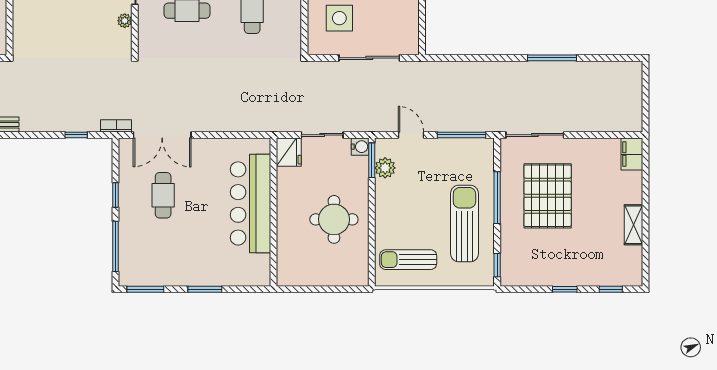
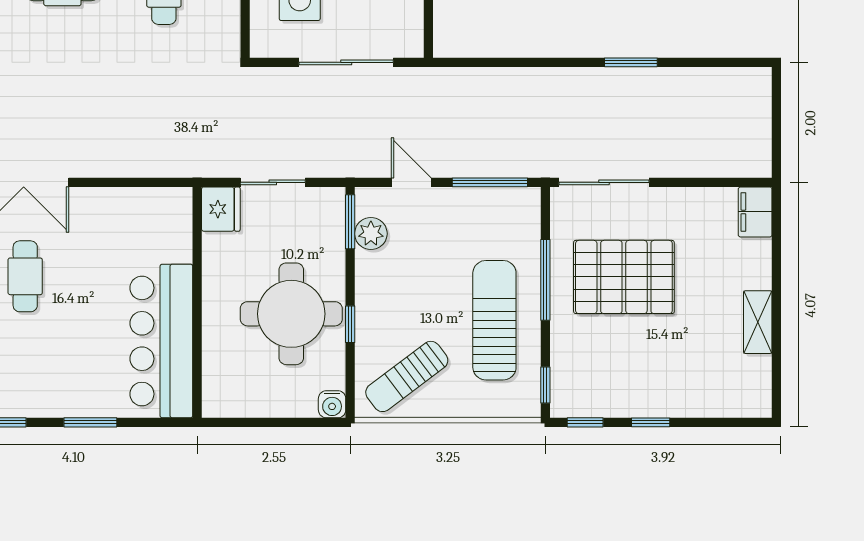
window: (552, 58) -> (631, 62), width x0.69
water cooler: (360, 147) -> (332, 404), moved, turned 90
pallet: (548, 196) -> (624, 277), turned 90
bar counter: (251, 203) -> (161, 341), moved
round table: (334, 219) -> (291, 314), width x1.36, depth x1.36
window: (372, 226) -> (350, 324), added
sun lounger: (408, 260) -> (407, 376), turned -37
window: (611, 289) -> (585, 422), moved

